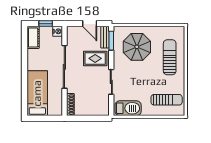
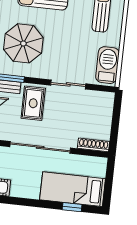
window: (24, 94) -> (72, 207), added

